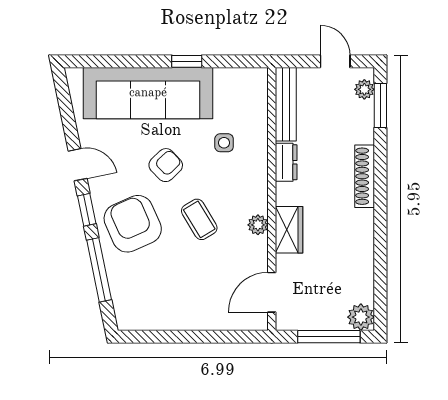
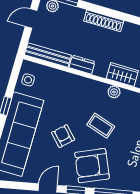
side table: (224, 143) -> (28, 80), moved
coffee table: (199, 219) -> (101, 126), turned 49

